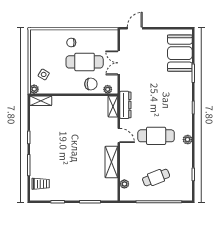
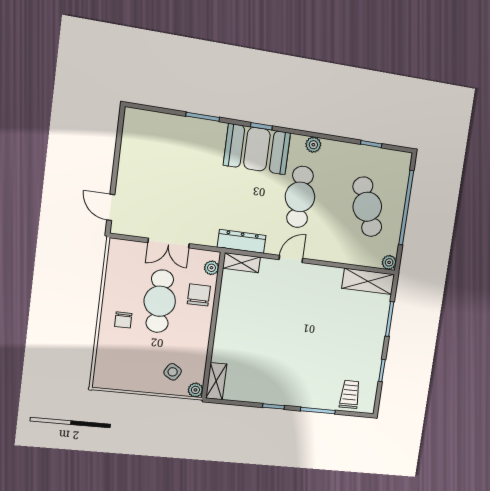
booth: (180, 53) -> (257, 149), moved
shelving: (111, 162) -> (368, 281), moved
cafe table: (156, 178) -> (367, 207), width x1.37, depth x1.35
plant: (124, 184) -> (389, 262), moved

